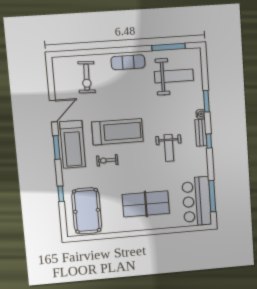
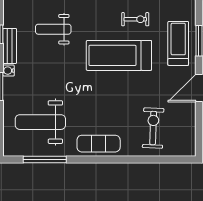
treadmill: (73, 144) -> (178, 43), width x0.73, depth x0.73
weight bench: (169, 148) -> (53, 29), turned -90

